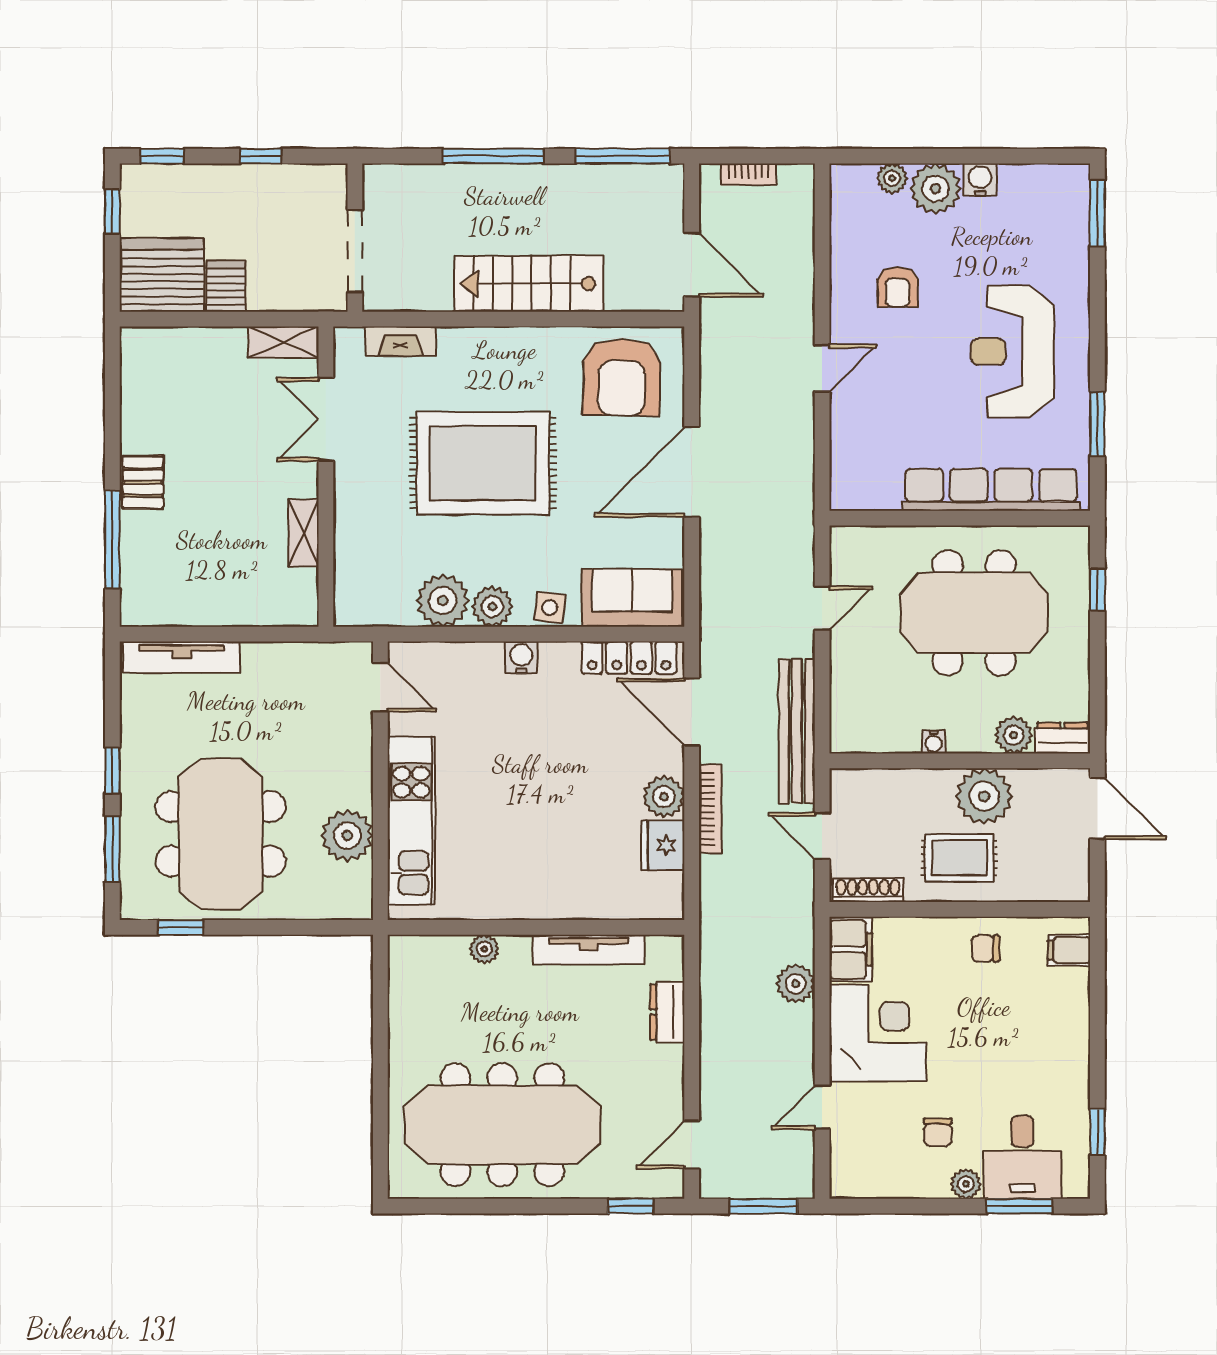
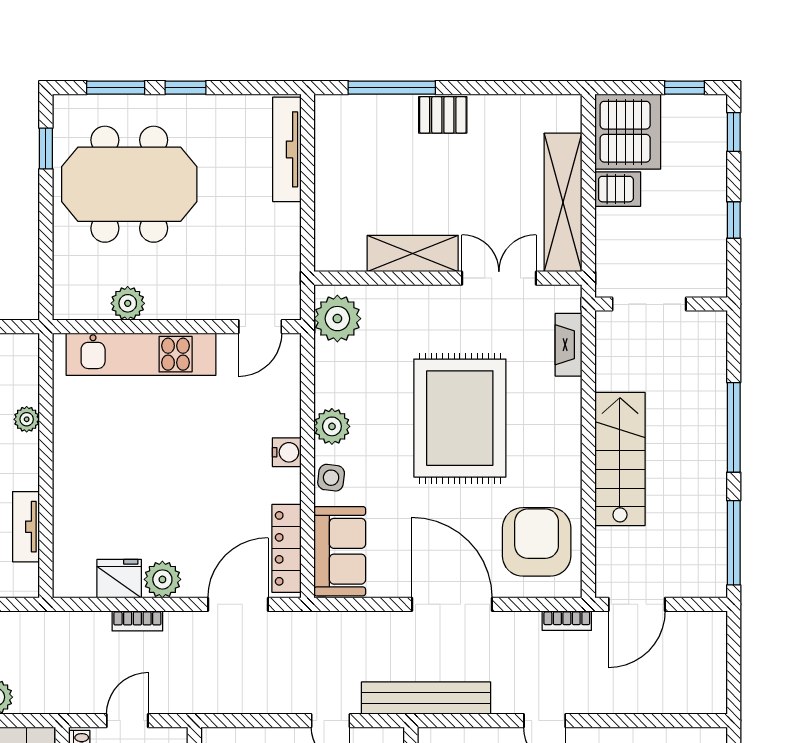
bookcase: (748, 174) -> (567, 621), moved, turned -90
shelving: (283, 342) -> (563, 202), width x2.20, depth x1.33
armchair: (622, 377) -> (537, 542), turned 89
shelving: (303, 533) -> (413, 254), width x1.50, depth x1.33
plant: (443, 601) -> (337, 319), moved
bench: (797, 731) -> (426, 698), moved
bookcase: (710, 809) -> (137, 621), width x0.64
plant: (347, 836) -> (128, 303), width x0.73, depth x0.73
tv unit: (589, 950) -> (26, 527), width x0.71

